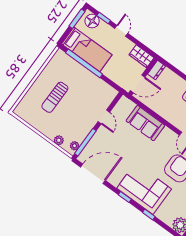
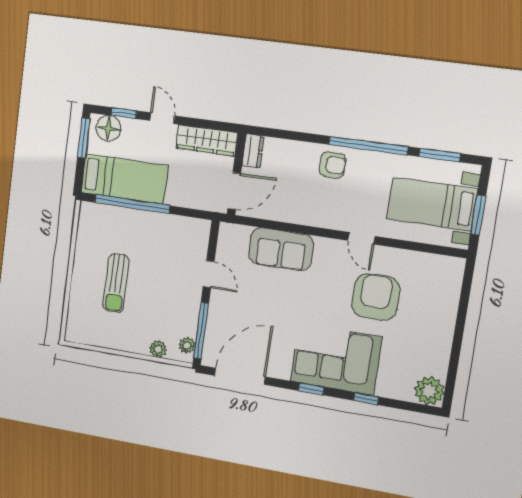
wardrobe: (142, 56) -> (207, 140), width x1.50

